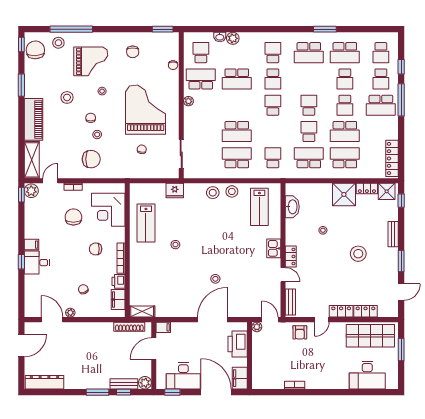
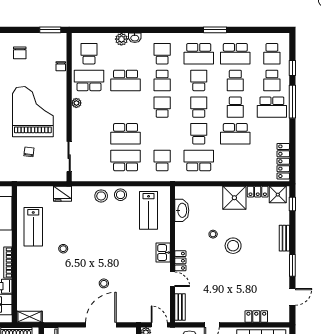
washbasin: (220, 37) -> (135, 38), moved
school desk: (345, 158) -> (199, 80), moved, width x0.54
stool: (358, 254) -> (233, 246), moved
locker: (341, 311) -> (232, 316), removed

